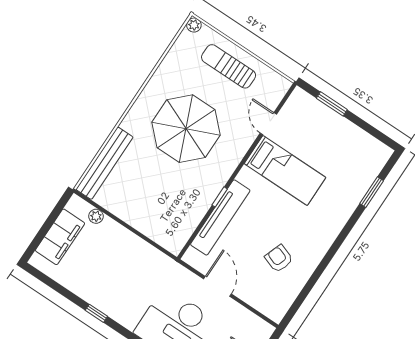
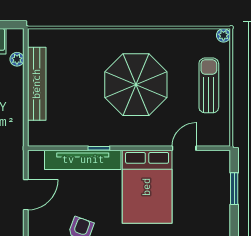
bench: (105, 163) -> (37, 84), moved, turned 90
bed: (285, 170) -> (147, 187), width x1.50

